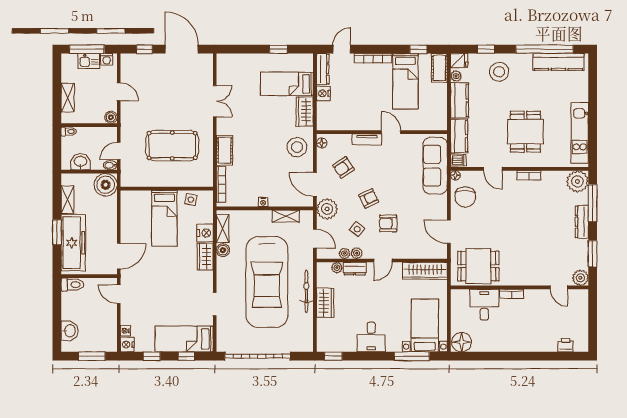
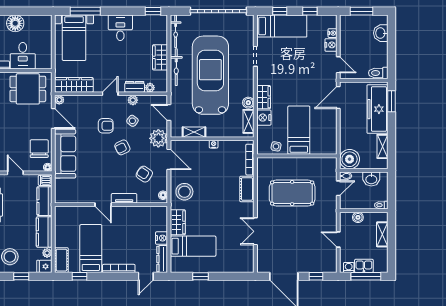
boiler: (111, 117) -> (358, 217), moved
sofa: (435, 166) -> (65, 154), moved
armchair: (343, 167) -> (144, 174), turned -112
window: (57, 232) -> (392, 101), moved
plant: (344, 253) -> (59, 100), moved
bicycle: (307, 333) -> (176, 31), added
floor lamp: (462, 342) -> (15, 23), moved
nightstand: (127, 345) -> (331, 45), moved

